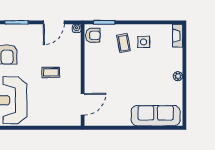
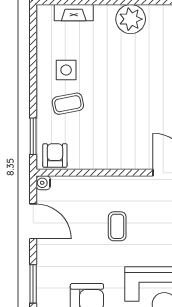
fireplace: (178, 36) -> (74, 13), moved
plant: (178, 76) -> (131, 19), width x1.88, depth x1.88

